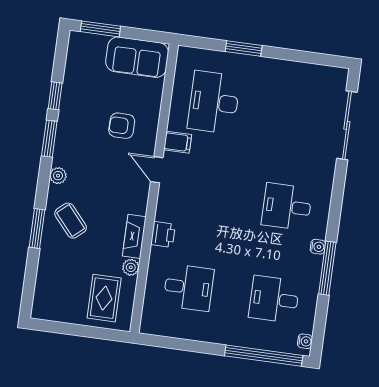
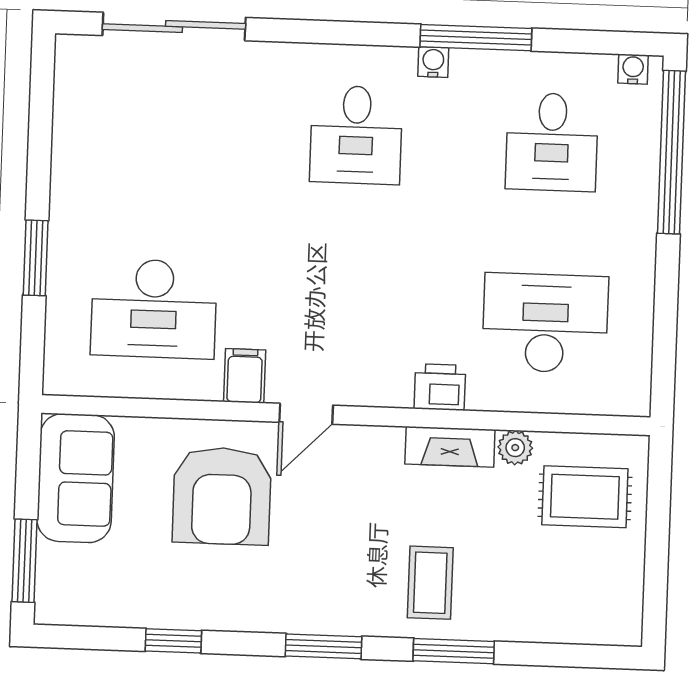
armchair: (122, 126) -> (222, 496), width x1.88, depth x1.88
window: (49, 139) -> (324, 646), moved
plant: (58, 176) -> (339, 618), removed
coffee table: (71, 221) -> (430, 583), turned -49
desk: (188, 287) -> (545, 323), width x1.37

